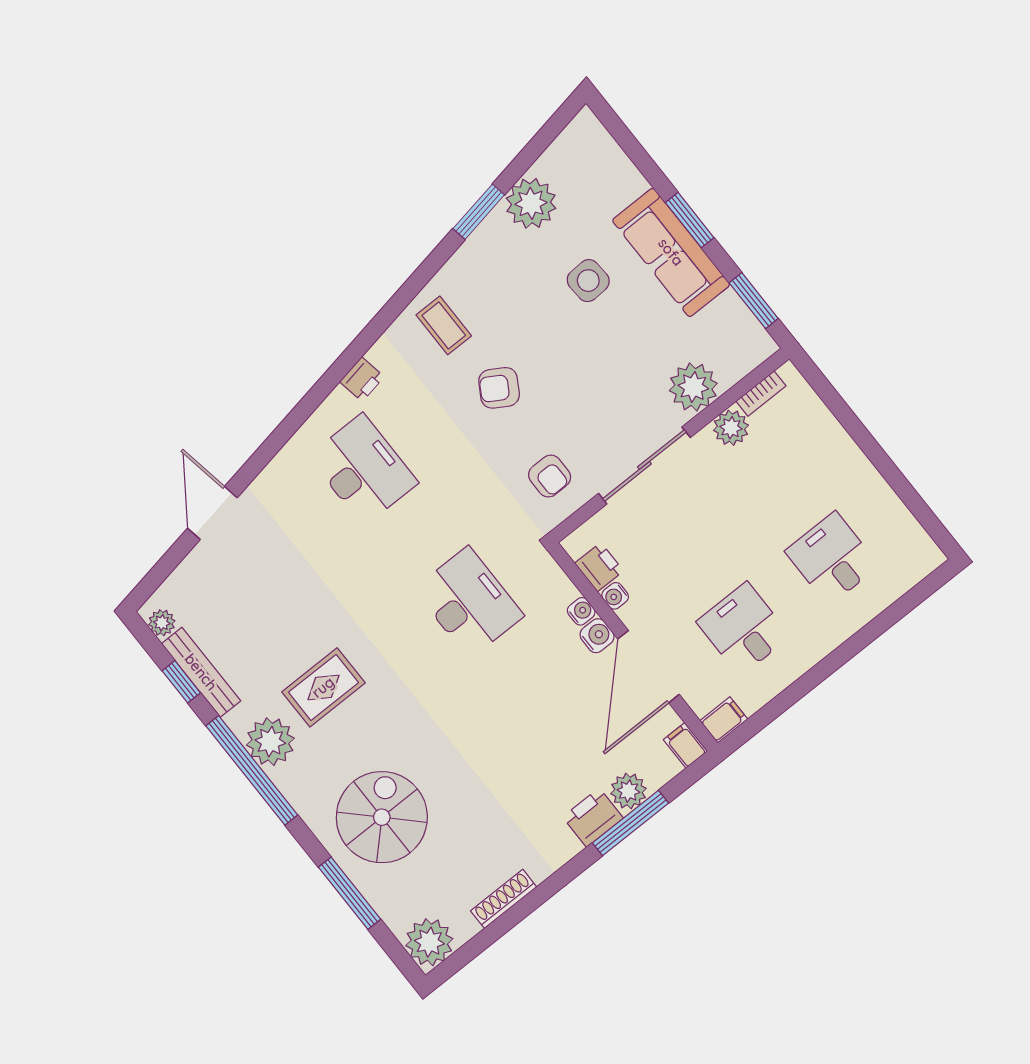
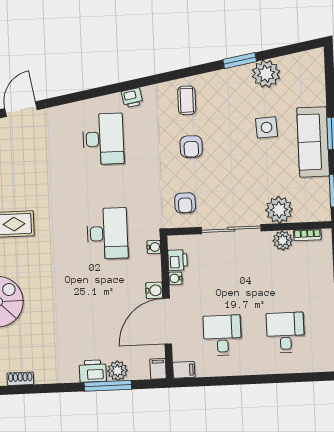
armchair: (499, 388) -> (191, 147), turned -121
water cooler: (581, 611) -> (154, 247), moved
shoe rack: (504, 899) -> (20, 379), width x0.70

